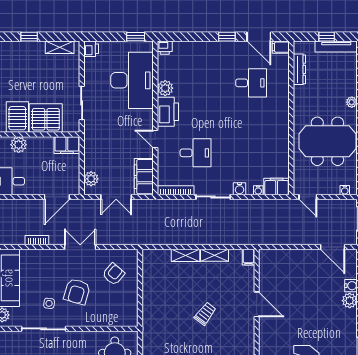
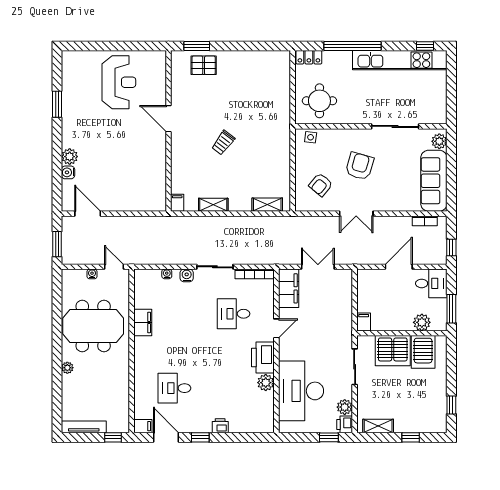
window: (136, 37) -> (329, 437), moved
window: (327, 37) -> (113, 437), moved
printer: (165, 48) -> (220, 426), moved
dresser: (299, 69) -> (123, 403), removed
door: (155, 139) -> (276, 328), hinge flipped
filing cabinet: (67, 145) -> (364, 322), width x0.50
plant: (91, 179) -> (345, 407), moved
filing cabinet: (277, 186) -> (143, 322), moved, turned -90
water cooler: (345, 190) -> (92, 274), moved
door: (57, 197) -> (399, 267), moved
bookcase: (37, 240) -> (425, 221), moved
shelving: (185, 255) -> (267, 205), moved
side table: (49, 303) -> (311, 137), moved
door: (257, 304) -> (169, 119), moved

